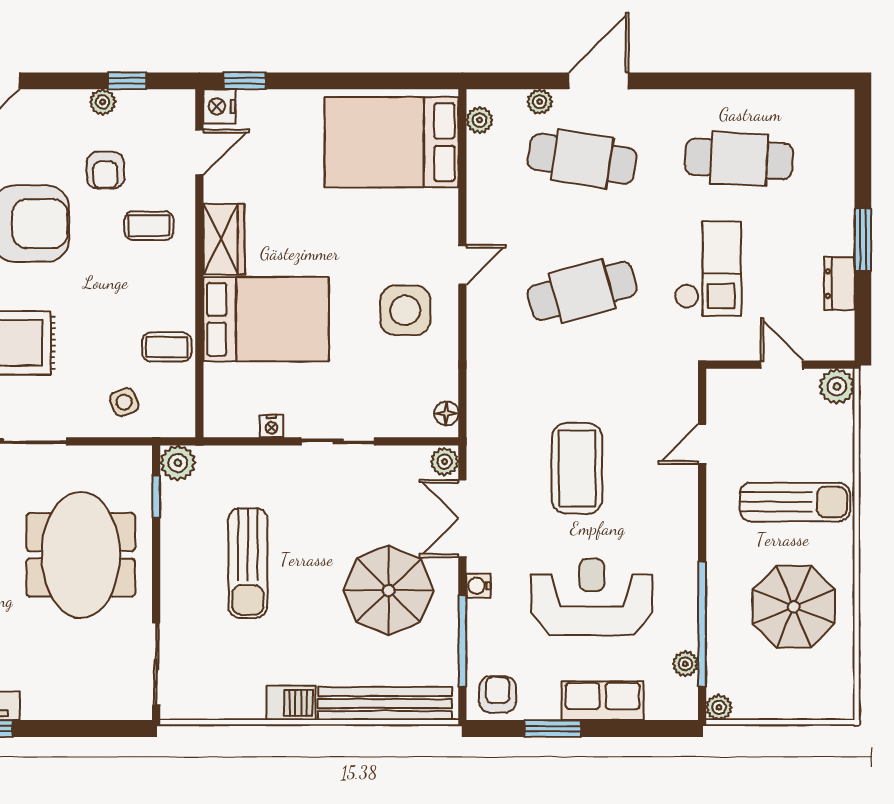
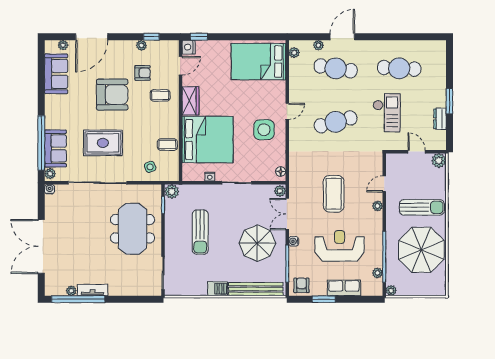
armchair: (105, 170) -> (142, 73), turned -90
bed: (266, 319) -> (208, 140), width x1.36
plant: (685, 499) -> (377, 206), added
parasol: (794, 607) -> (421, 250), width x1.36, depth x1.36

